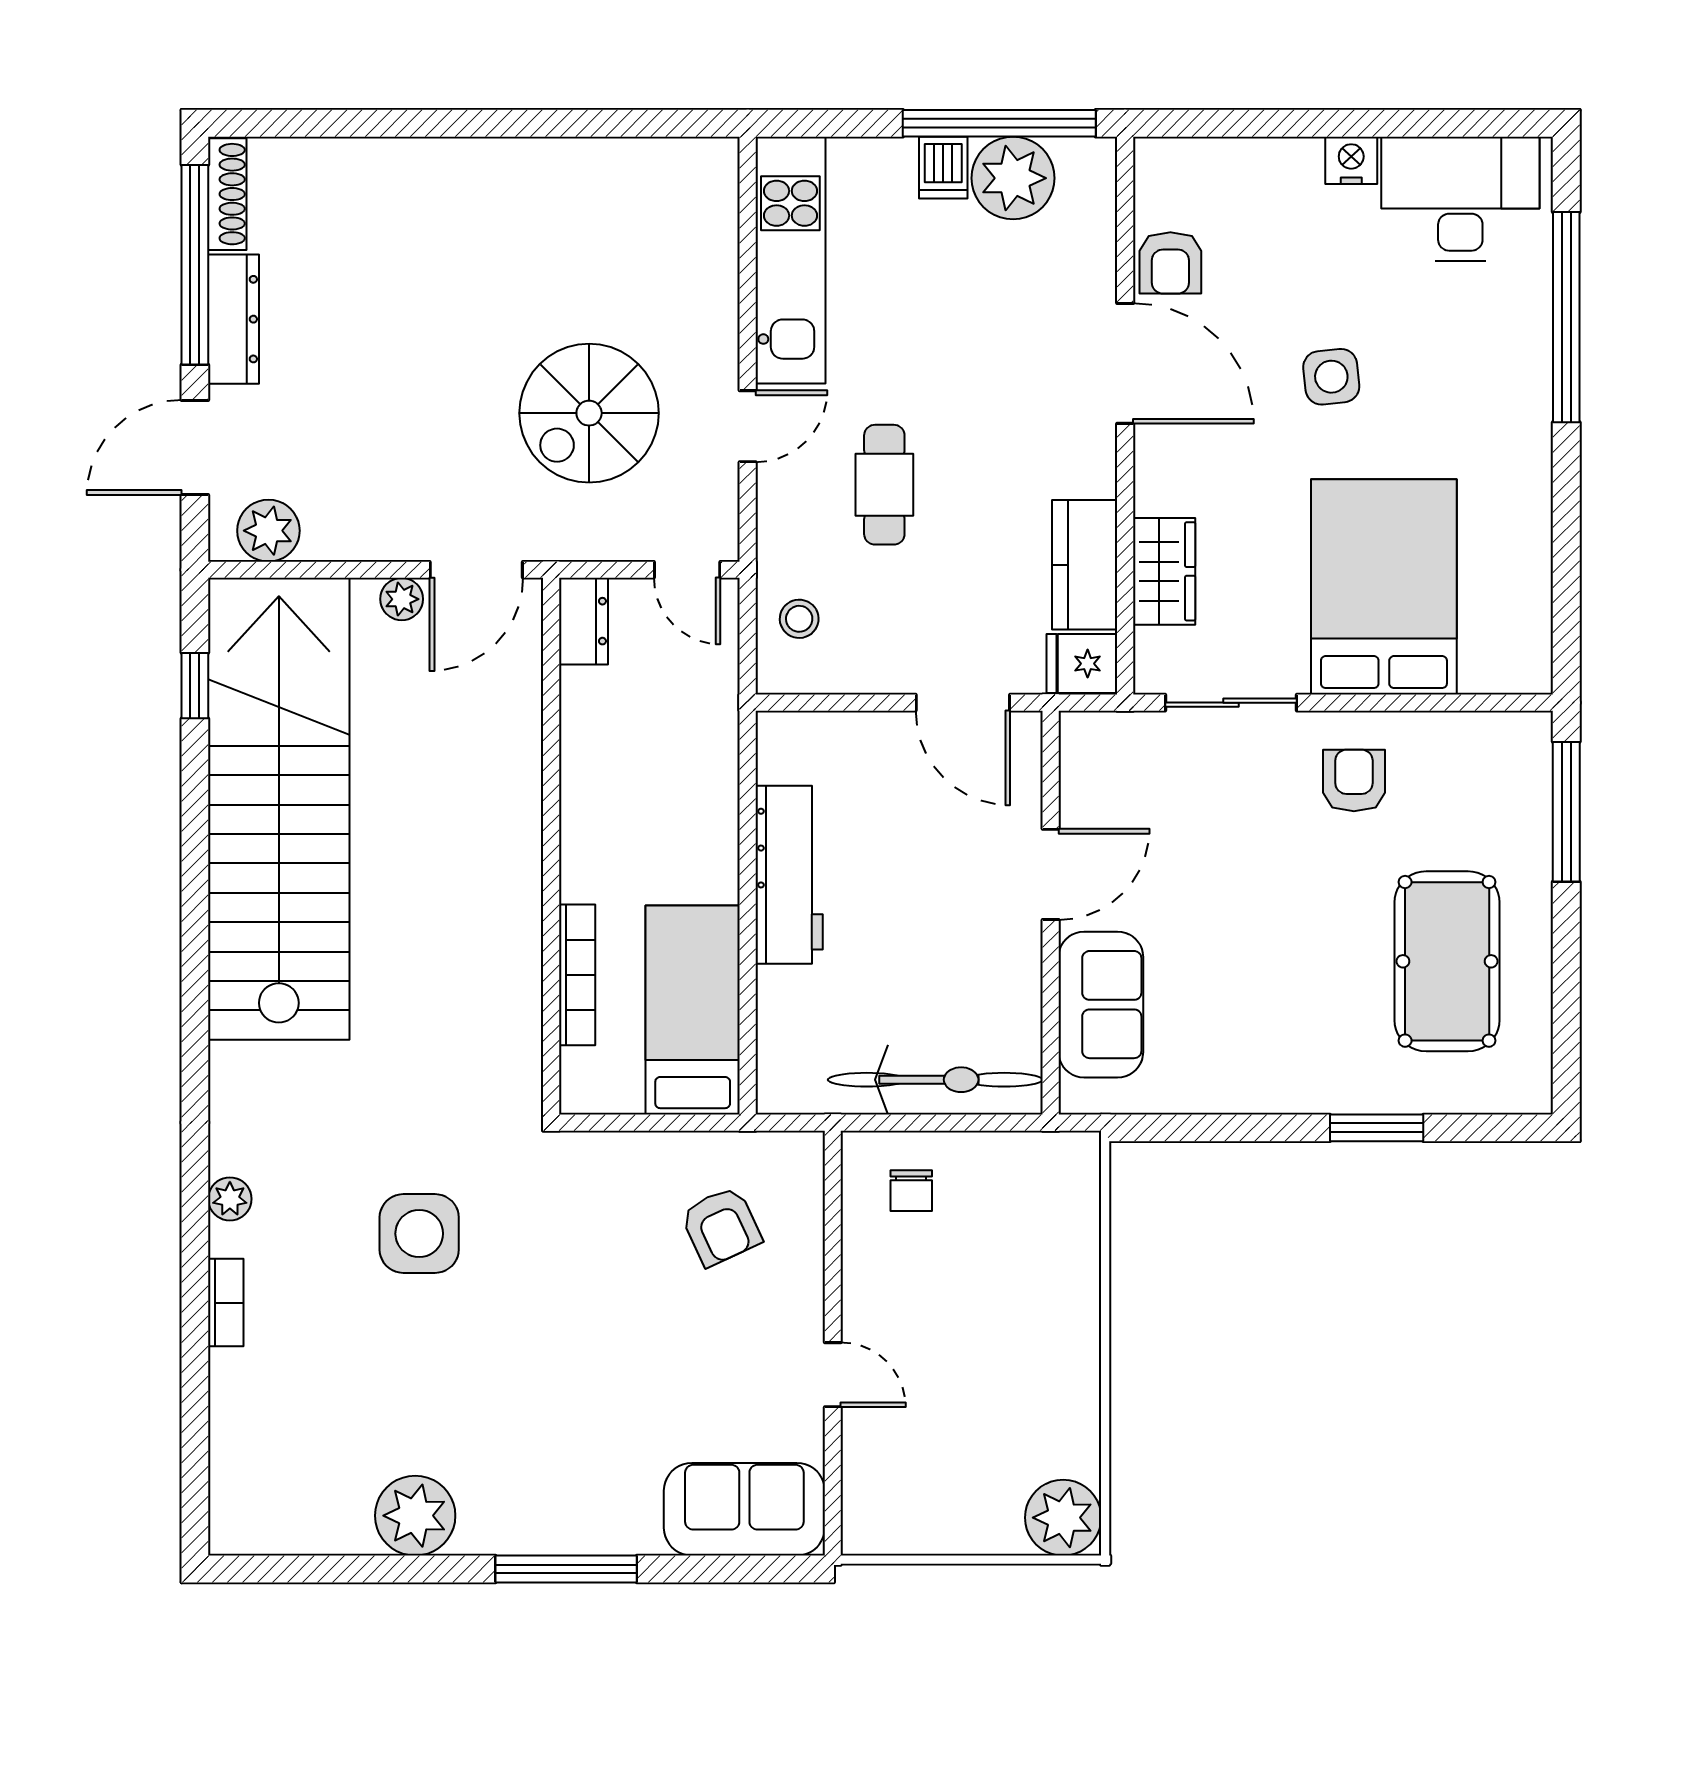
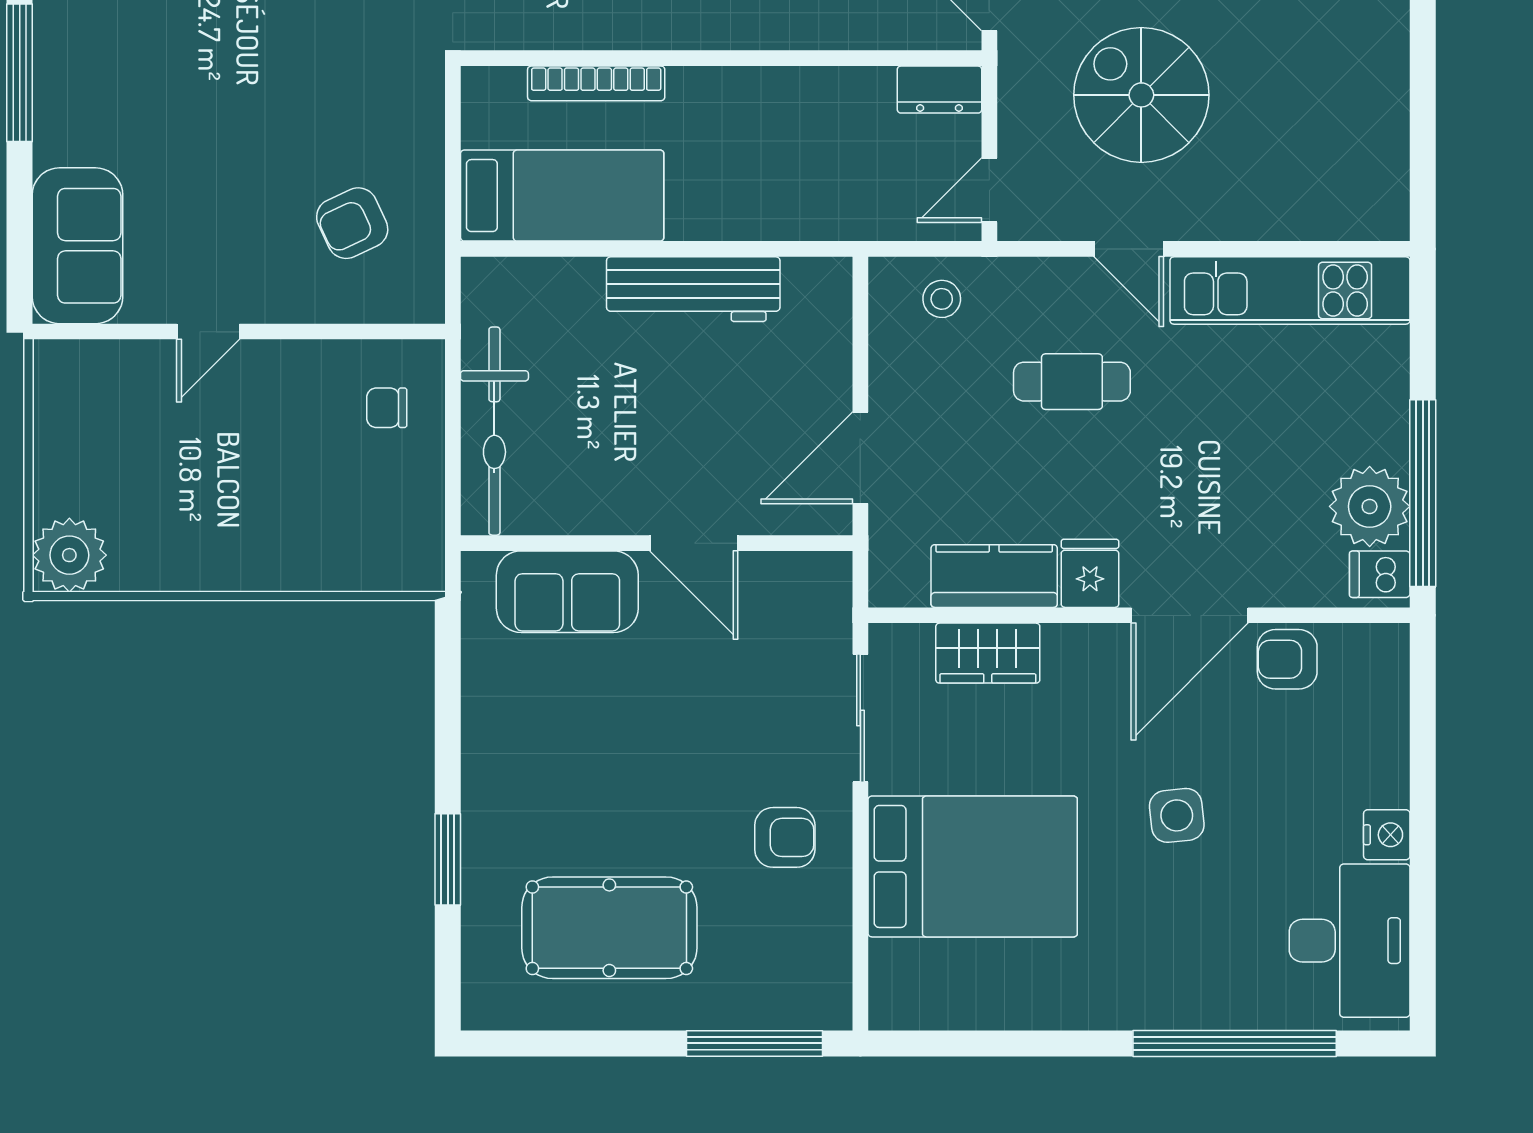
dishwasher: (943, 168) -> (1380, 574), moved
fridge: (1082, 664) -> (1090, 573), moved

